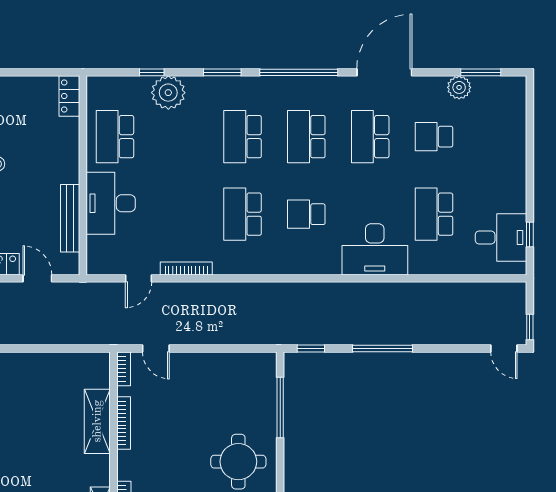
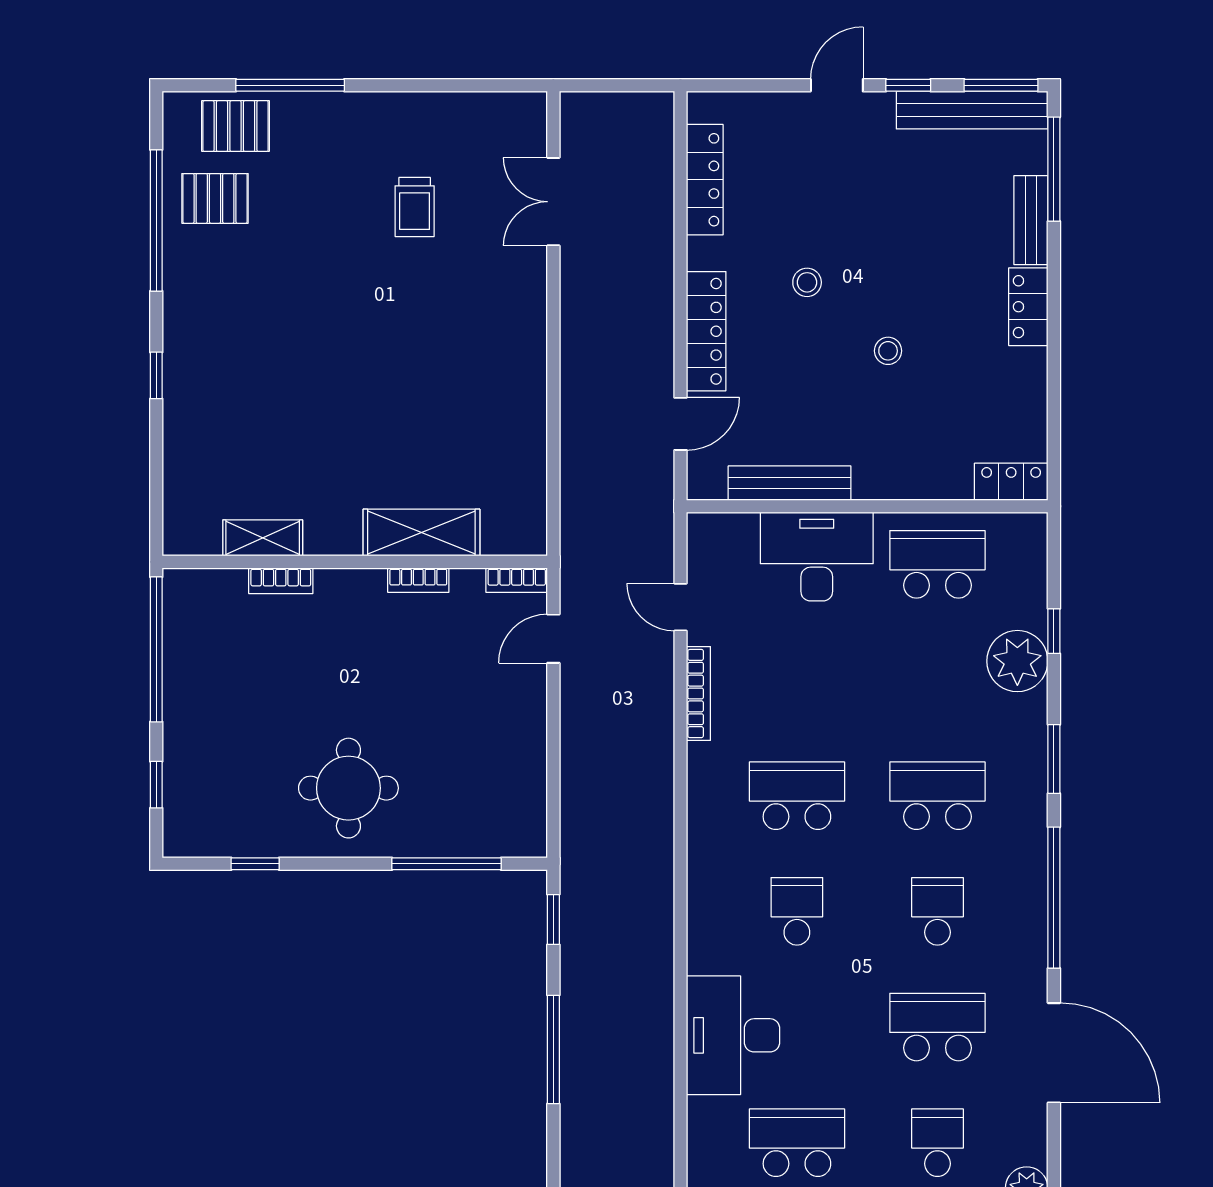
school desk: (306, 137) -> (937, 911), width x0.54
bookcase: (124, 423) -> (418, 580), width x0.64

